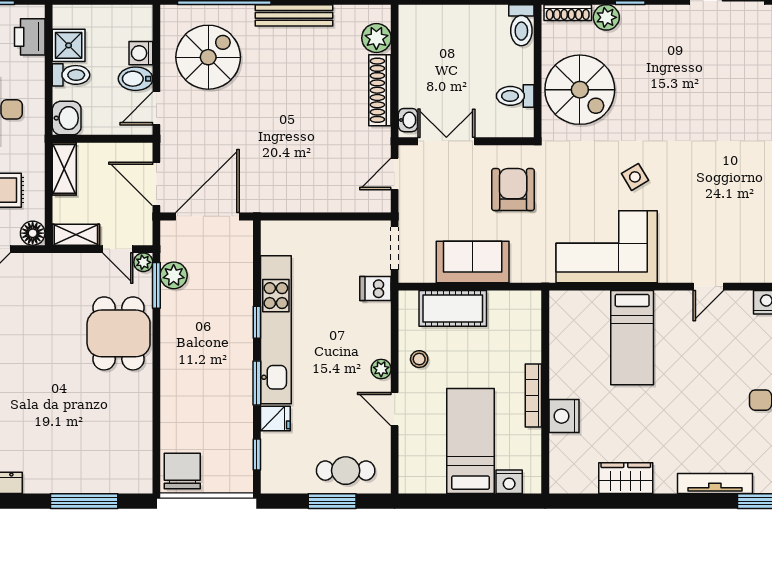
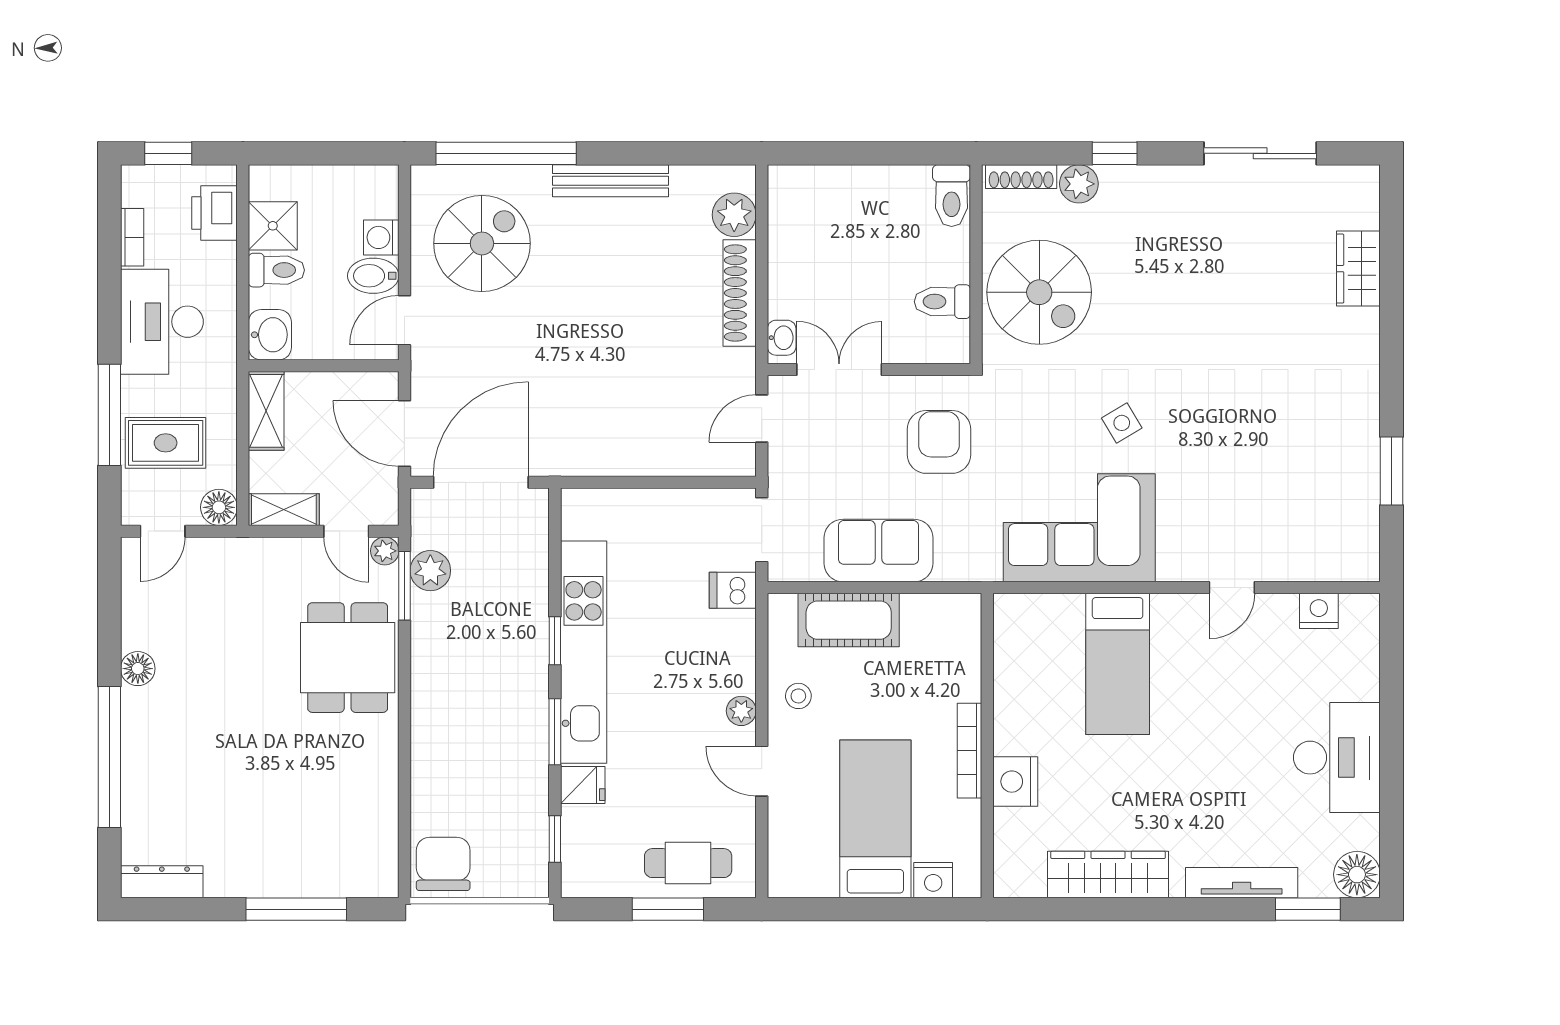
wardrobe: (626, 478) -> (1108, 874), width x1.50

